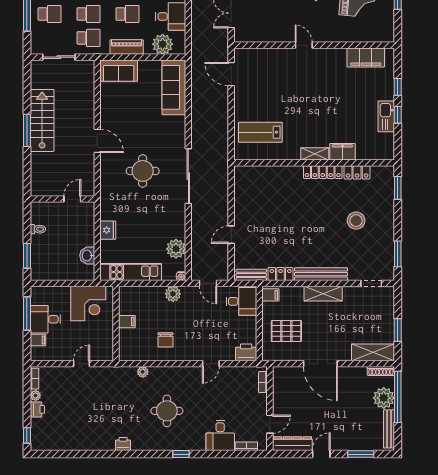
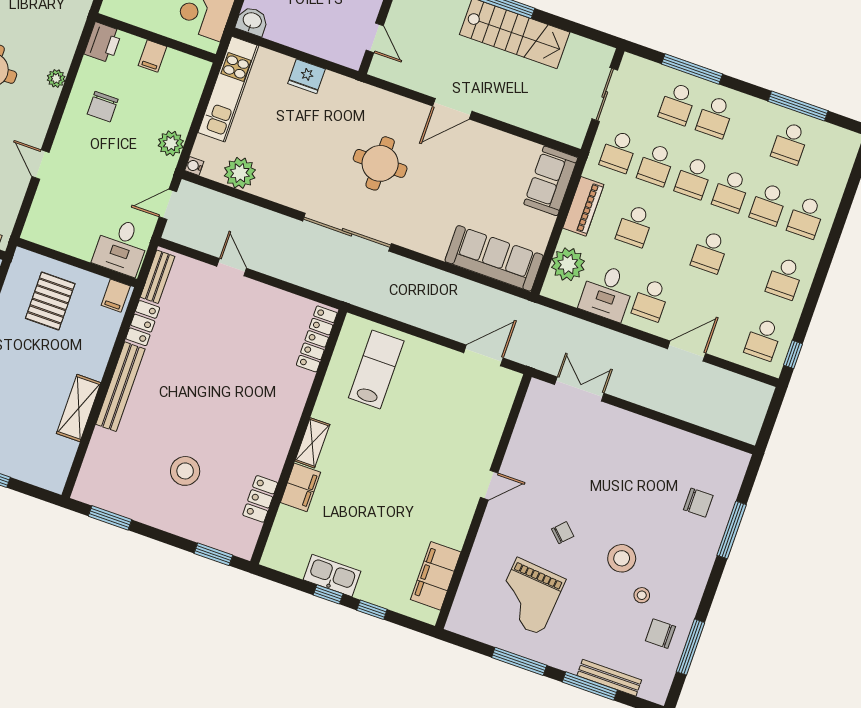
locker: (323, 172) -> (317, 339), moved
washbasin: (87, 256) -> (252, 21), moved
doorway: (371, 283) -> (78, 460), removed
shelving: (323, 294) -> (79, 408), moved
chair: (166, 340) -> (103, 107), turned -90
printer: (246, 352) -> (103, 43), moved
plant: (143, 372) -> (56, 78), moved

